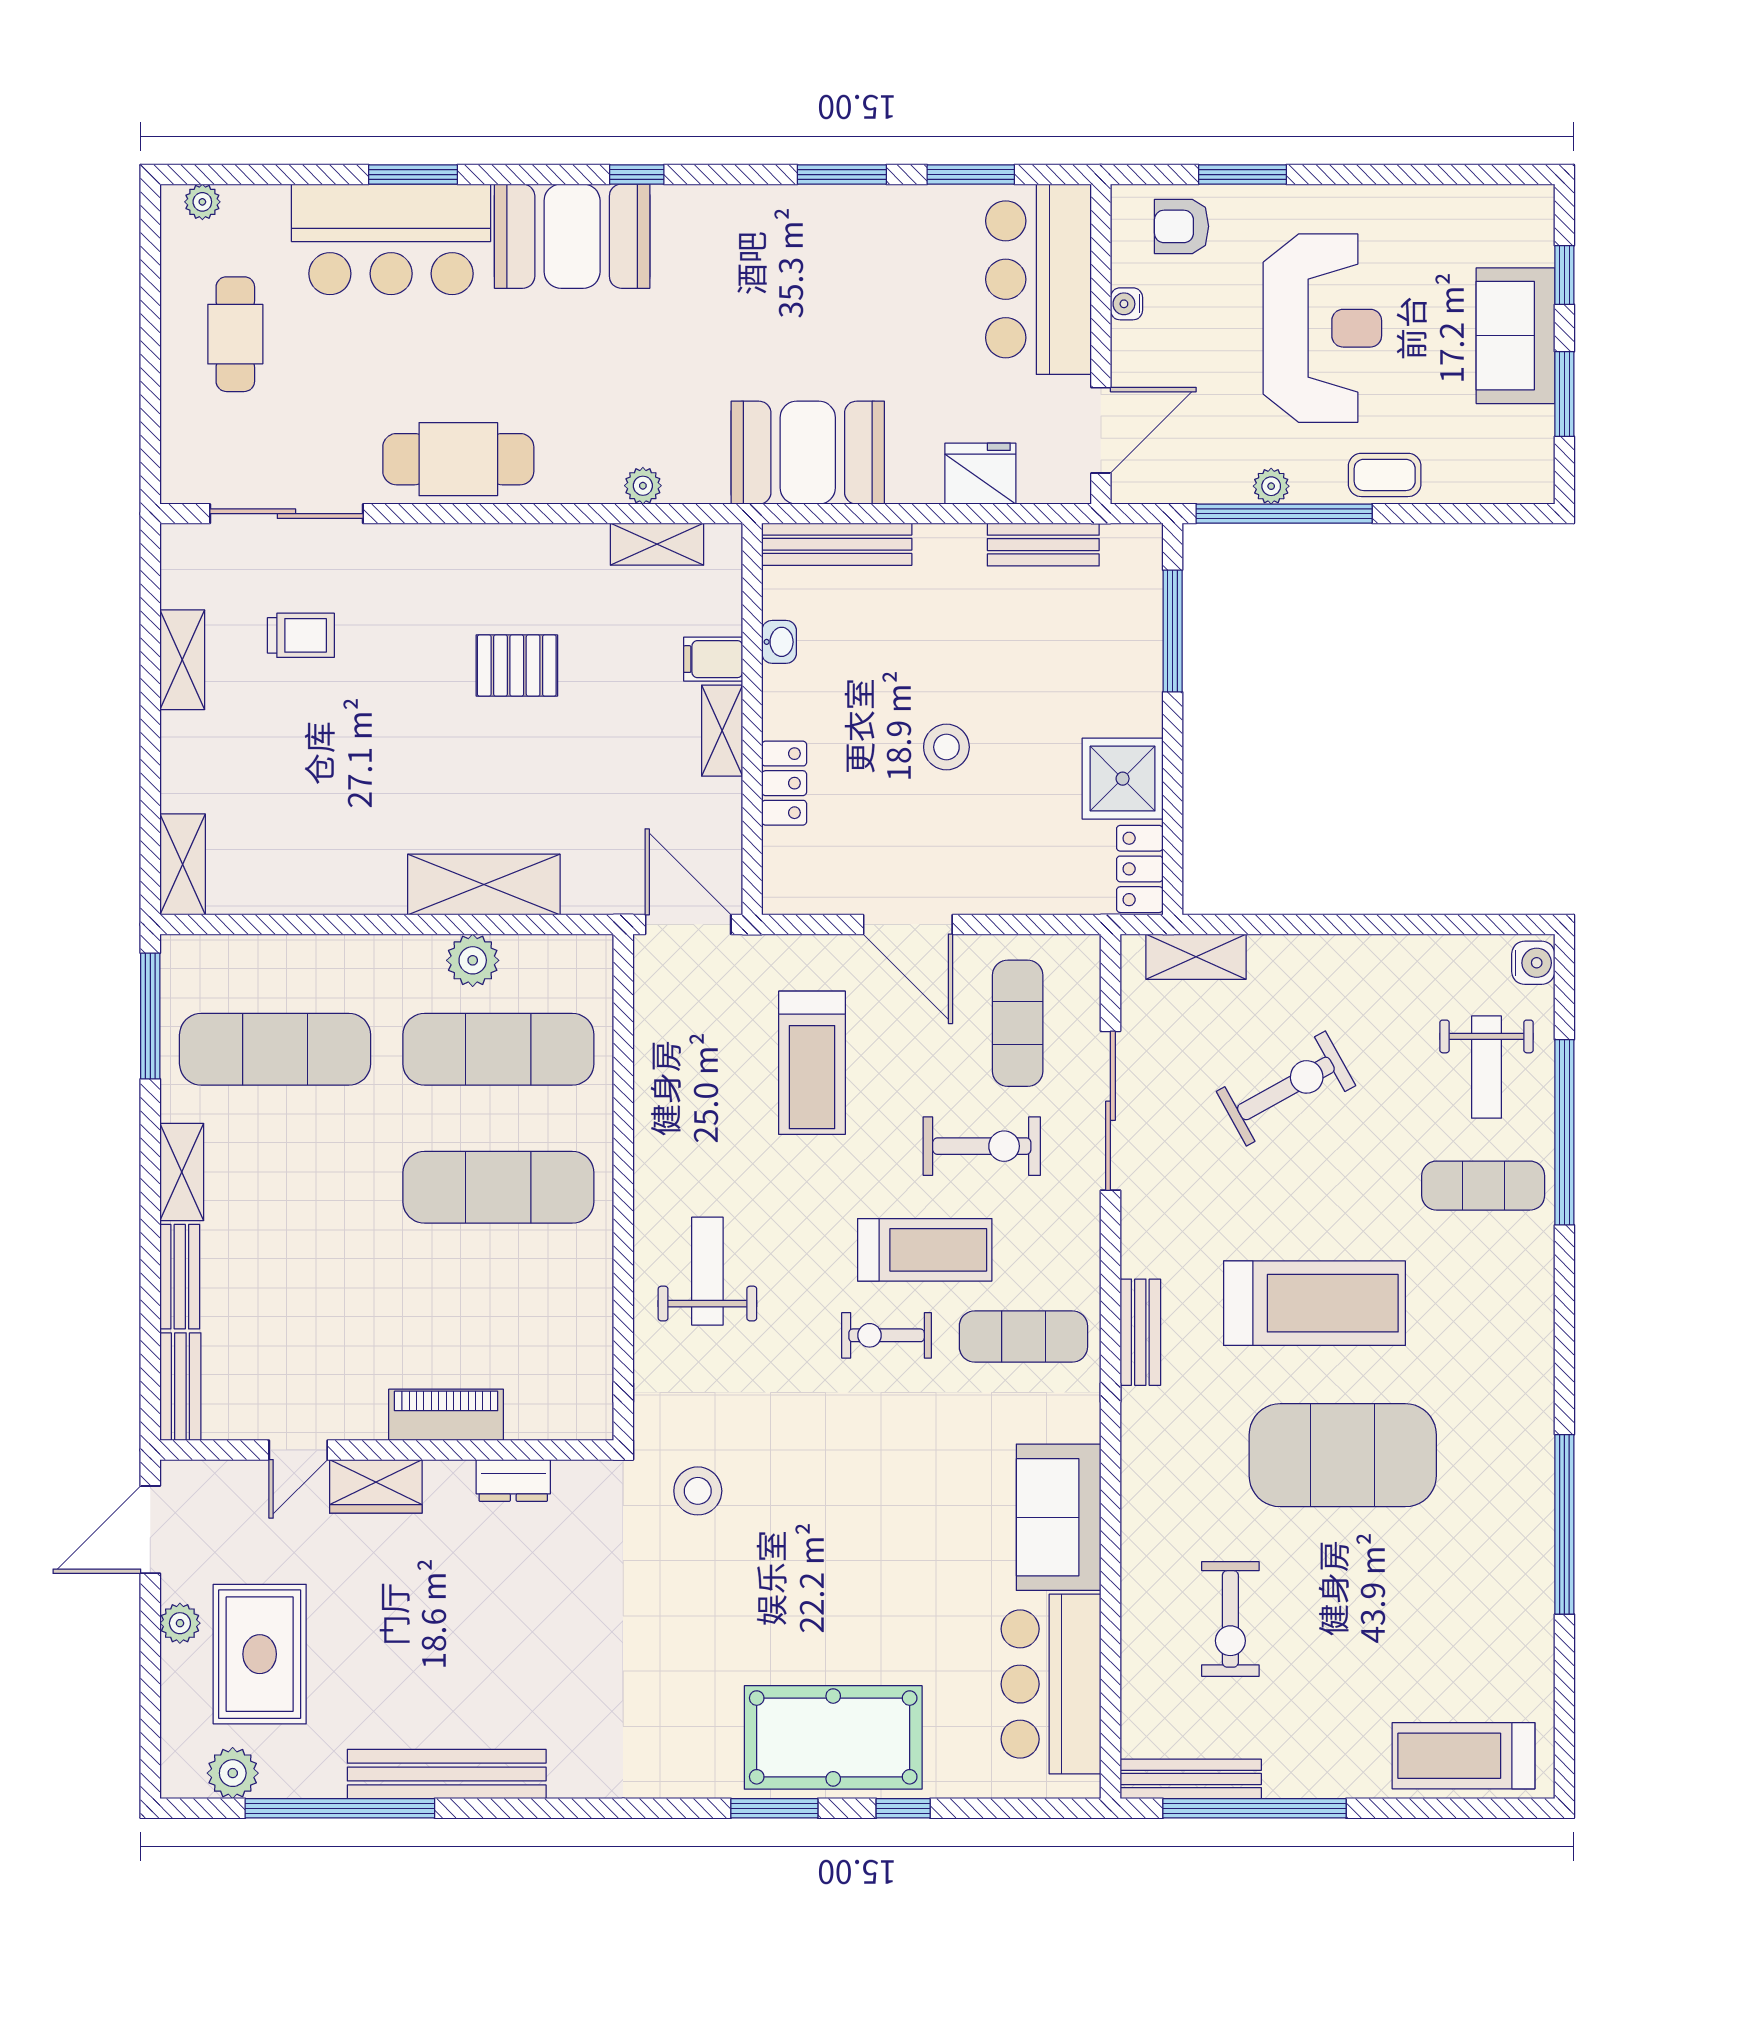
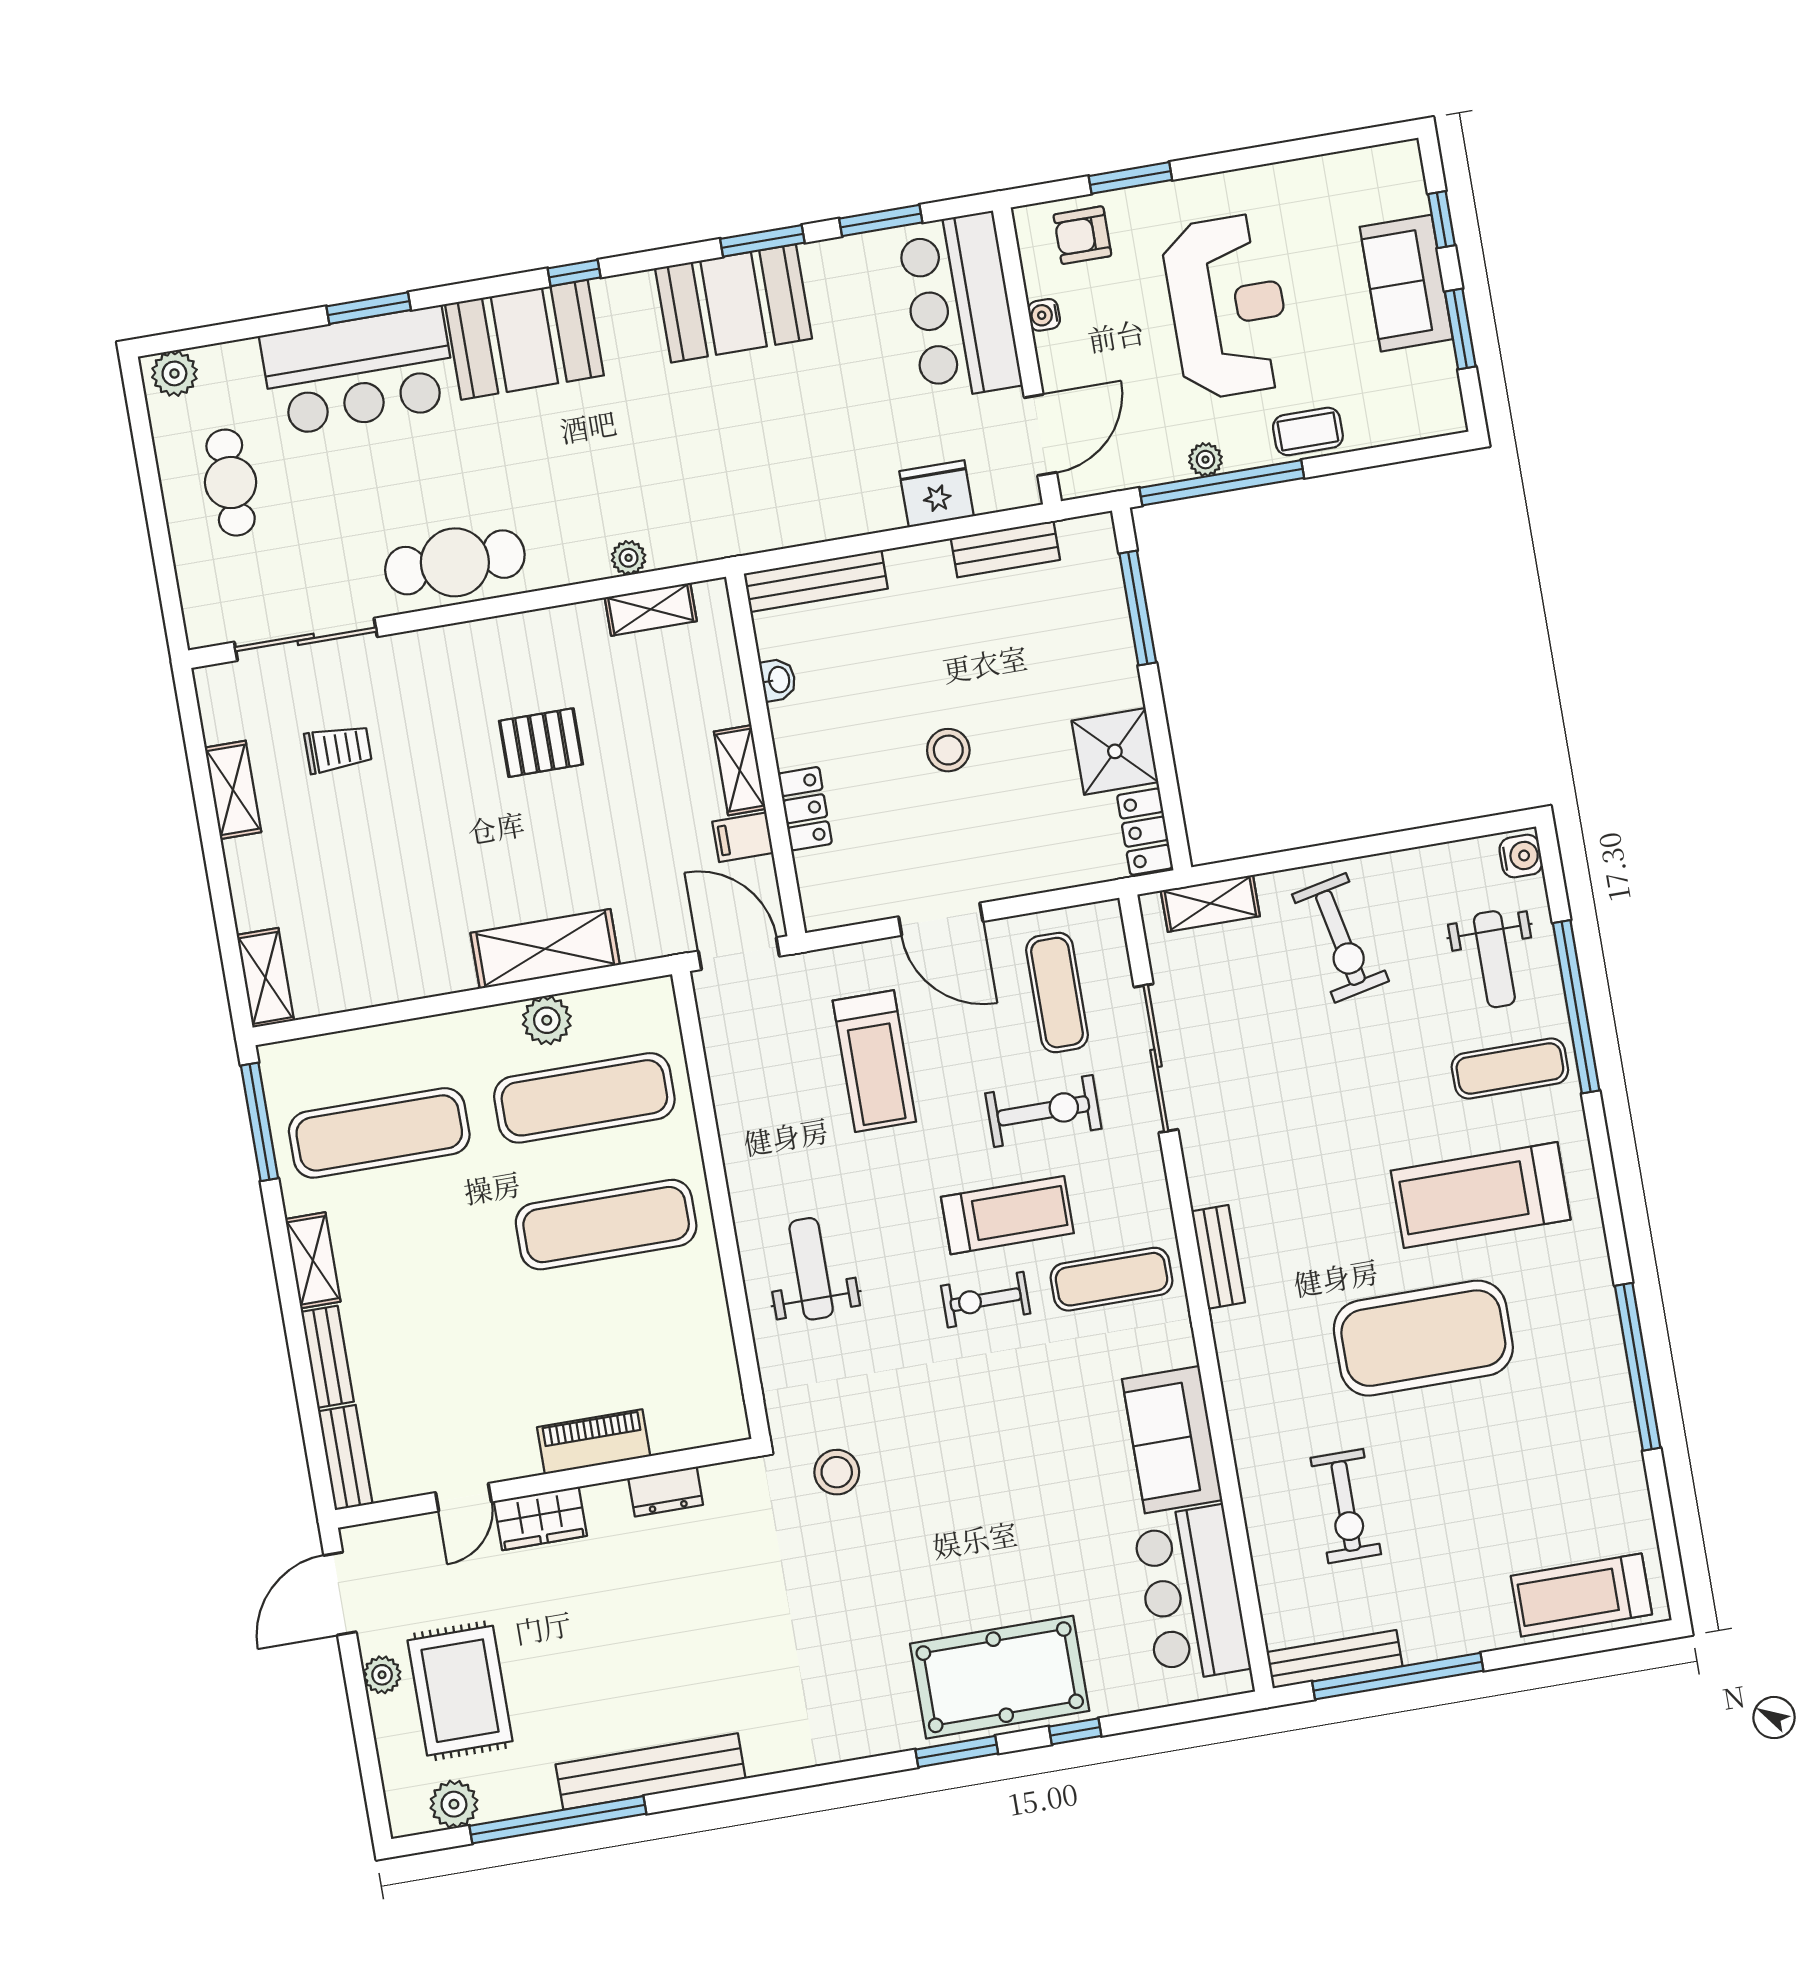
plant: (202, 202) -> (174, 373), width x1.38, depth x1.38
booth: (808, 453) -> (734, 303), moved
filing cabinet: (713, 659) -> (743, 837), moved
exercise bike: (1286, 1088) -> (1340, 938), moved, turned 107
treadmill: (1315, 1303) -> (1481, 1195), moved, turned 180

